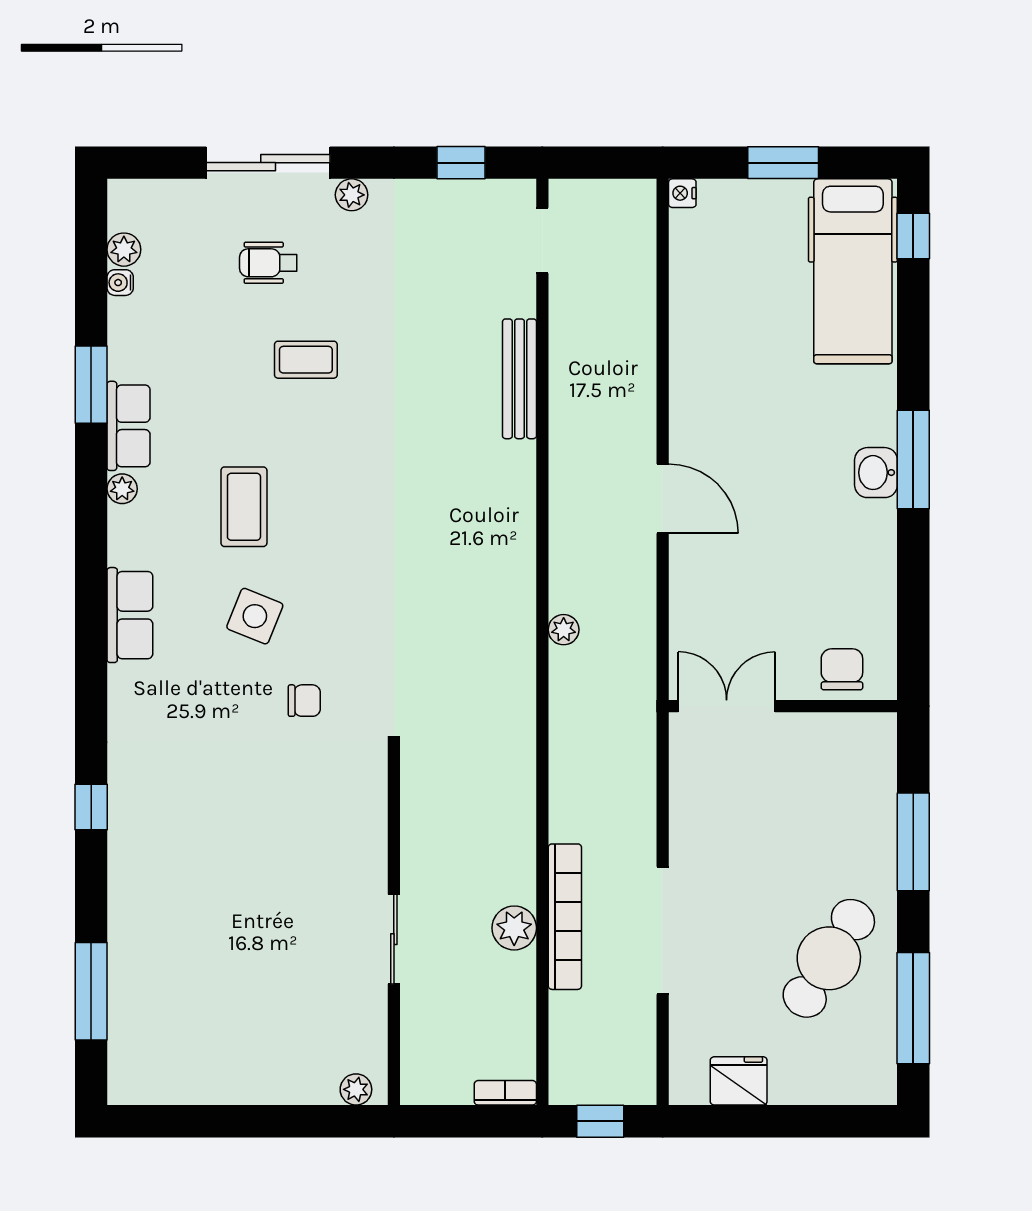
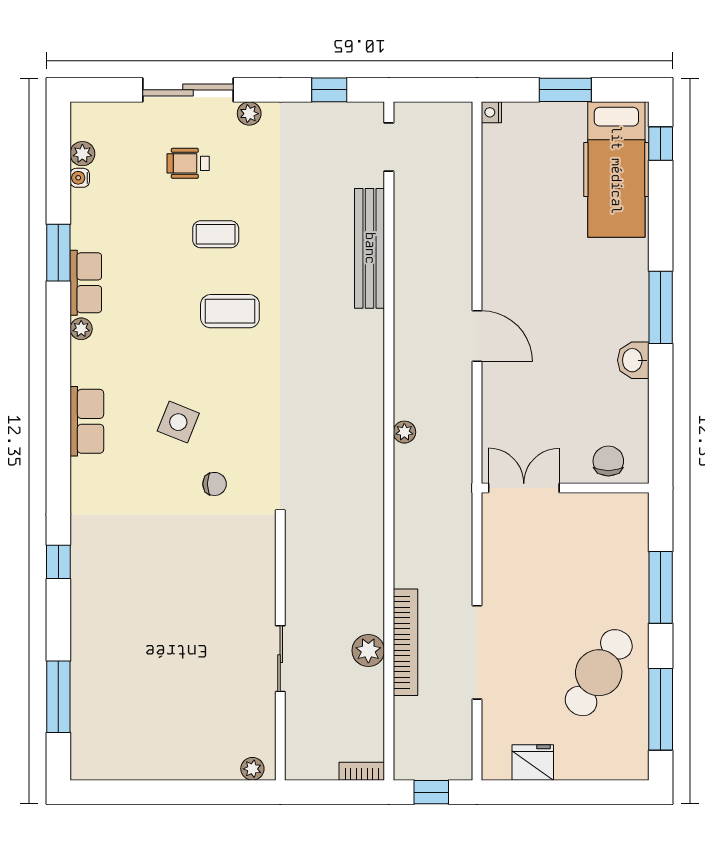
bench: (519, 379) -> (370, 248), width x1.37, depth x1.21
washbasin: (876, 473) -> (633, 360), moved
coffee table: (244, 507) -> (230, 311), moved, turned 90

